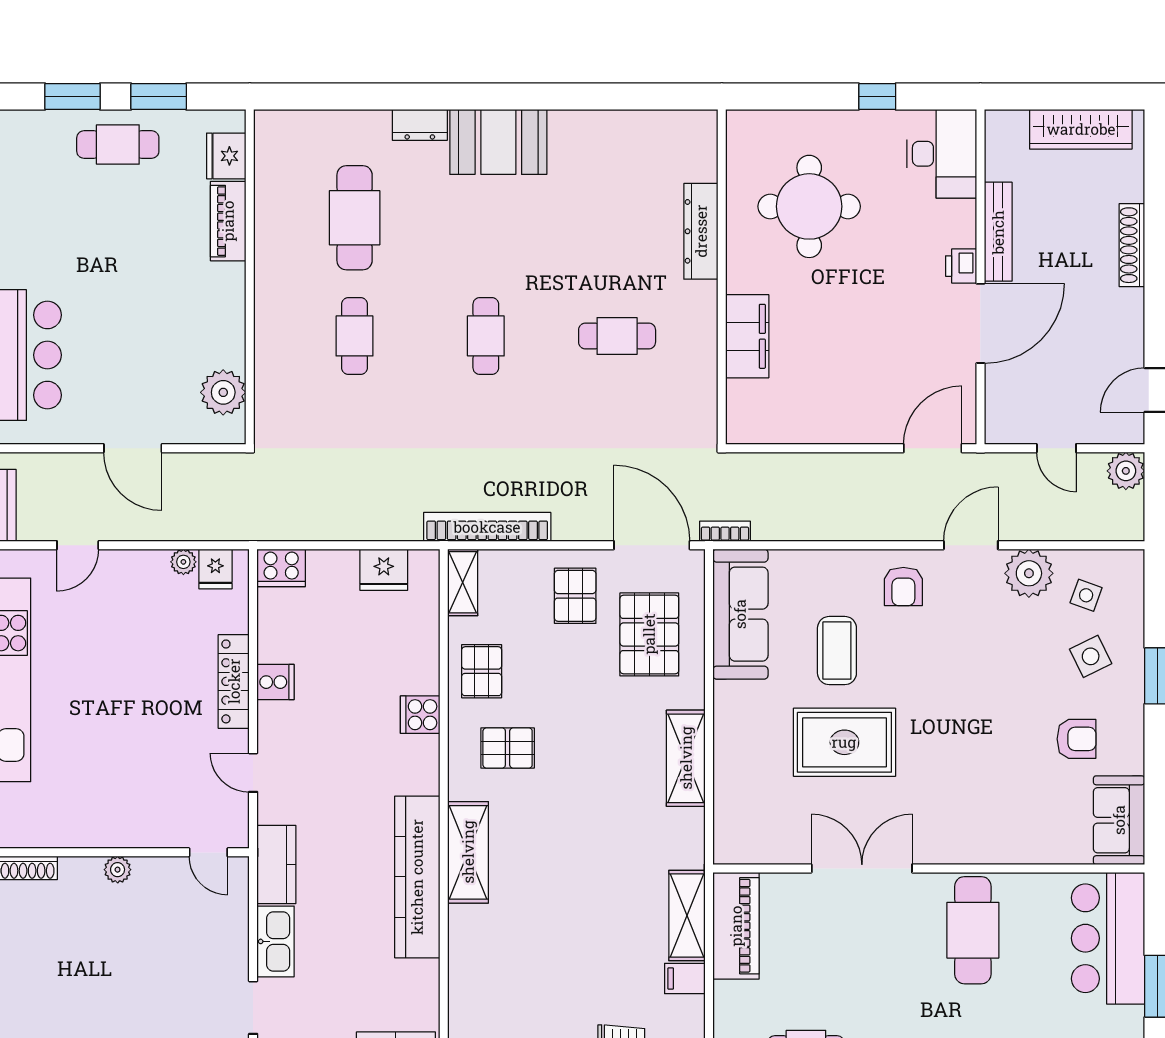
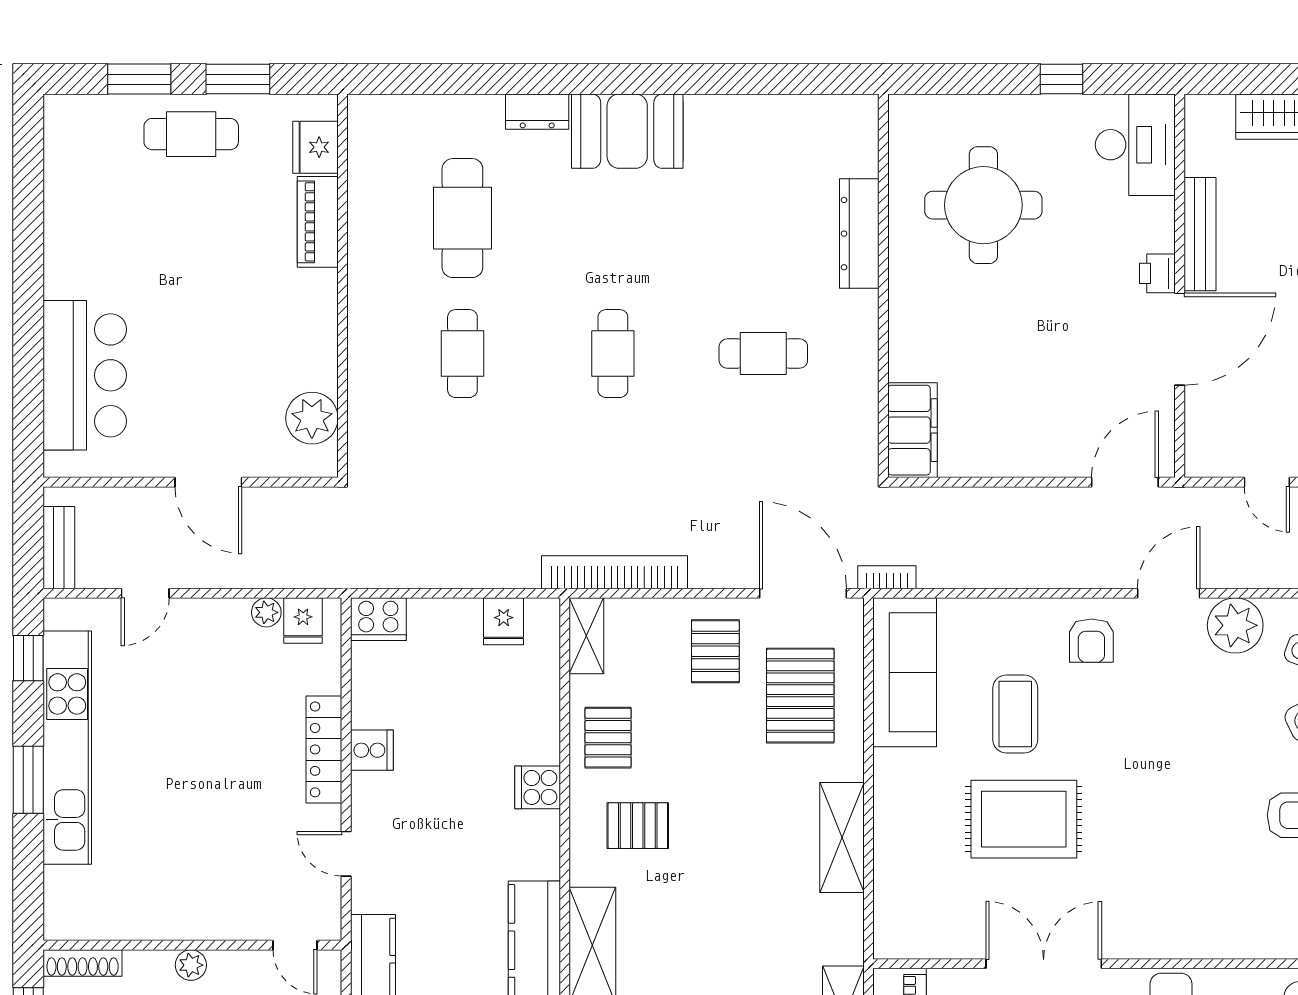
filing cabinet: (747, 336) -> (912, 430), moved
fridge: (384, 570) -> (504, 621), width x0.72

